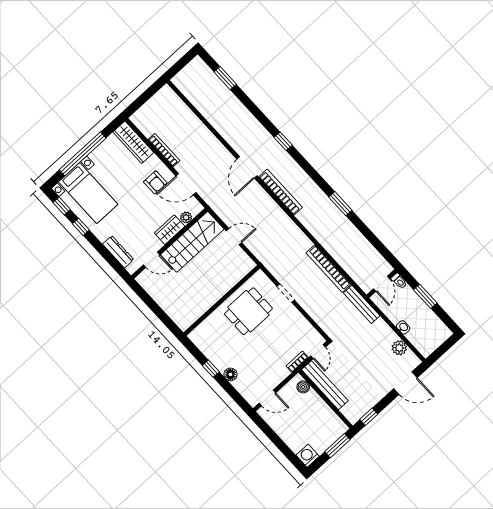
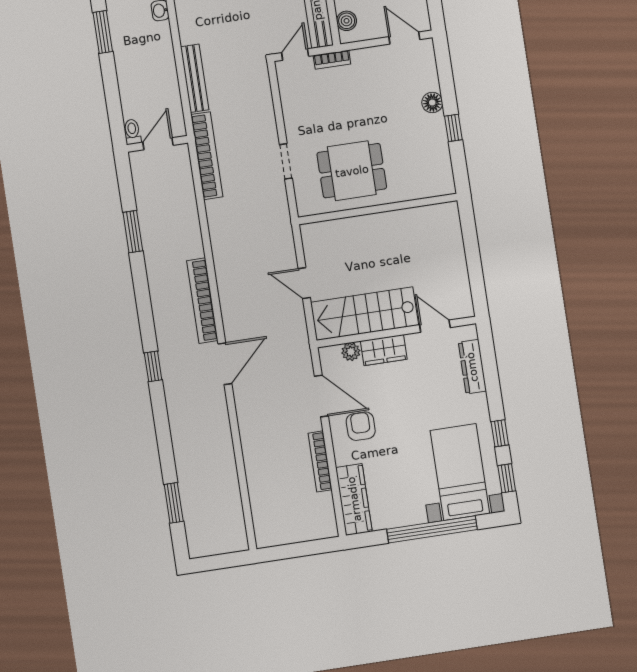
toilet: (399, 281) -> (132, 132), moved
wall: (382, 283) -> (157, 144), moved
door: (382, 284) -> (158, 144), moved

